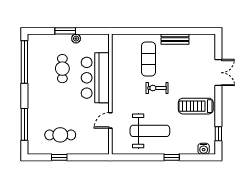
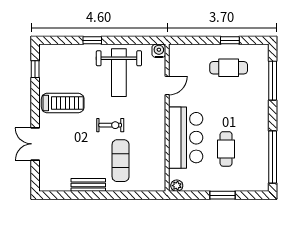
plant: (76, 39) -> (177, 186), moved
weight bench: (150, 131) -> (119, 73), turned -90
water cooler: (204, 149) -> (159, 51), moved

